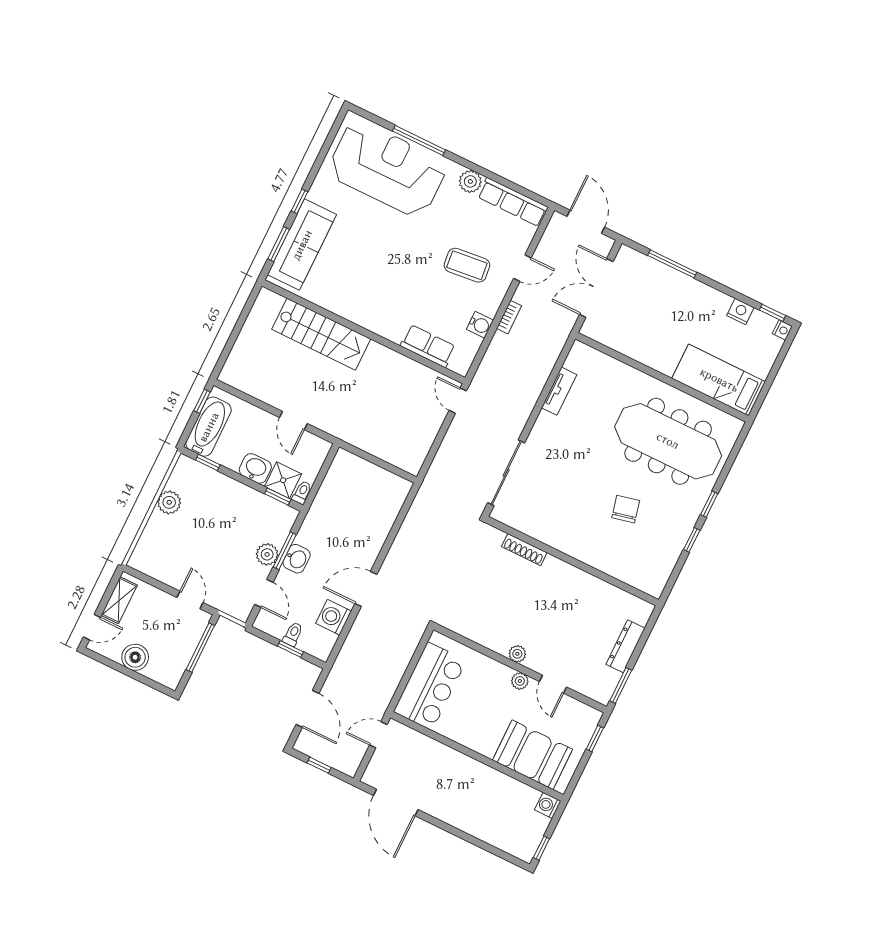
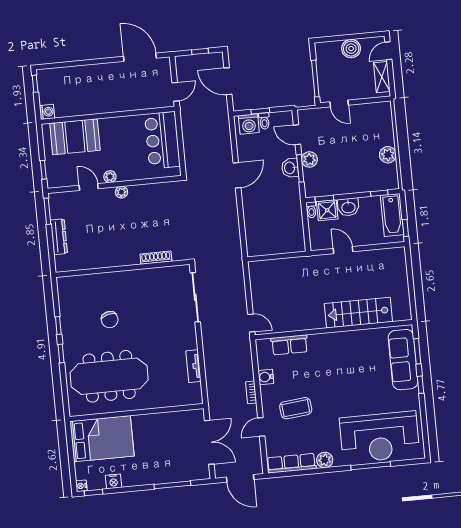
bed: (719, 380) -> (102, 439), width x1.50
washing machine: (334, 617) -> (249, 124), moved, turned 90

